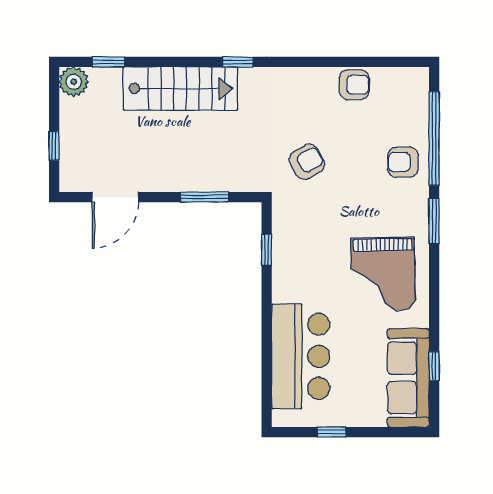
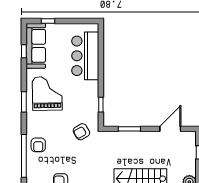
armchair: (307, 162) -> (81, 132), moved
armchair: (403, 162) -> (38, 145), turned 90
window: (434, 221) -> (24, 102), moved
window: (331, 432) -> (48, 21), moved

